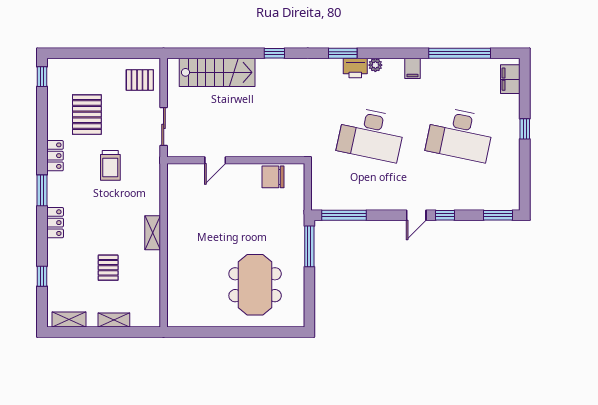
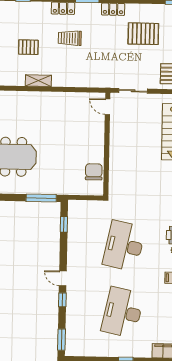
door: (215, 160) -> (108, 107), moved
trolley: (110, 165) -> (70, 38), moved
window: (344, 215) -> (64, 224), width x0.46
shelving: (153, 233) -> (38, 81), moved

